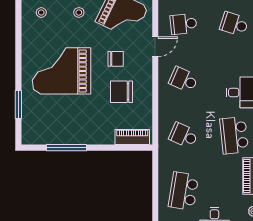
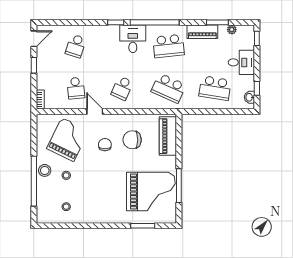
grand piano: (62, 71) -> (151, 191), moved, turned -90
chair: (122, 92) -> (132, 140), turned 90
school desk: (184, 135) -> (169, 88), width x1.85
piano: (132, 137) -> (168, 136), width x1.37, depth x1.33

